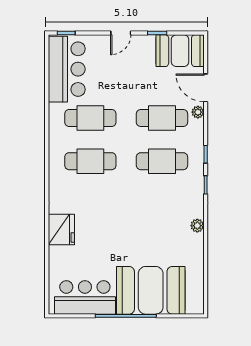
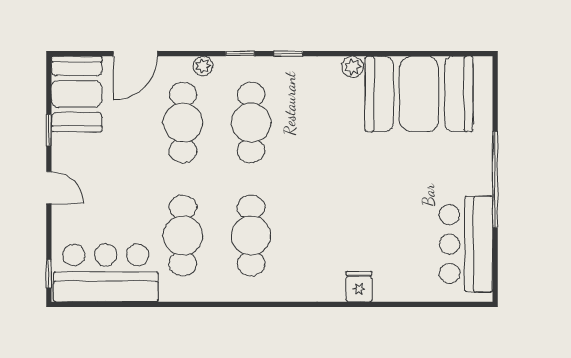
plant: (198, 112) -> (203, 66), moved
fridge: (61, 230) -> (359, 287), width x0.53, depth x0.75
booth: (151, 290) -> (419, 94), moved, turned 90

